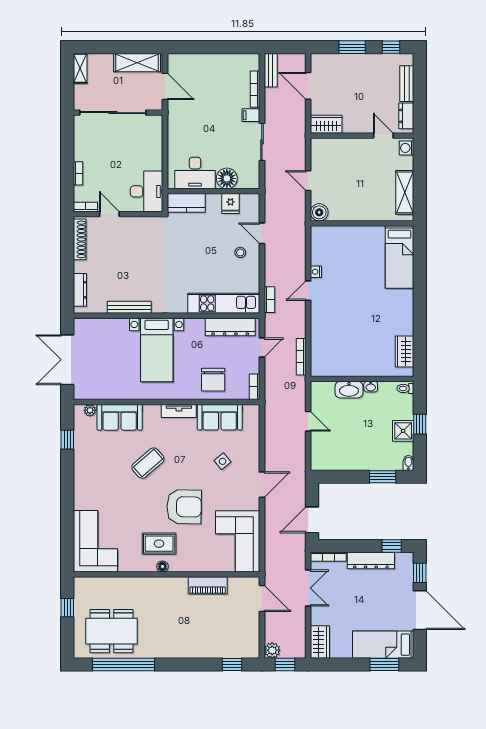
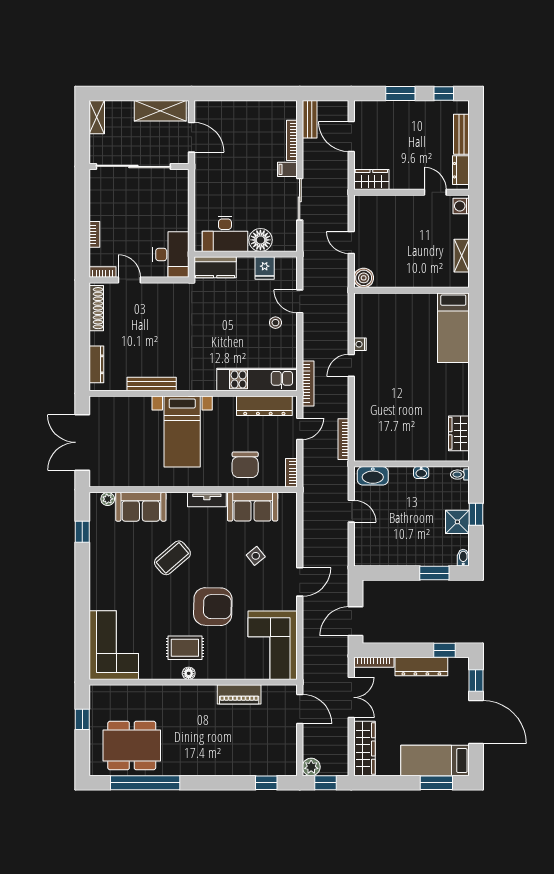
shelving: (405, 192) -> (462, 256), width x0.67, depth x0.75
bookcase: (269, 300) -> (308, 383), width x1.56
washbasin: (349, 390) -> (373, 476), moved
wardrobe: (320, 642) -> (364, 749), width x1.50

